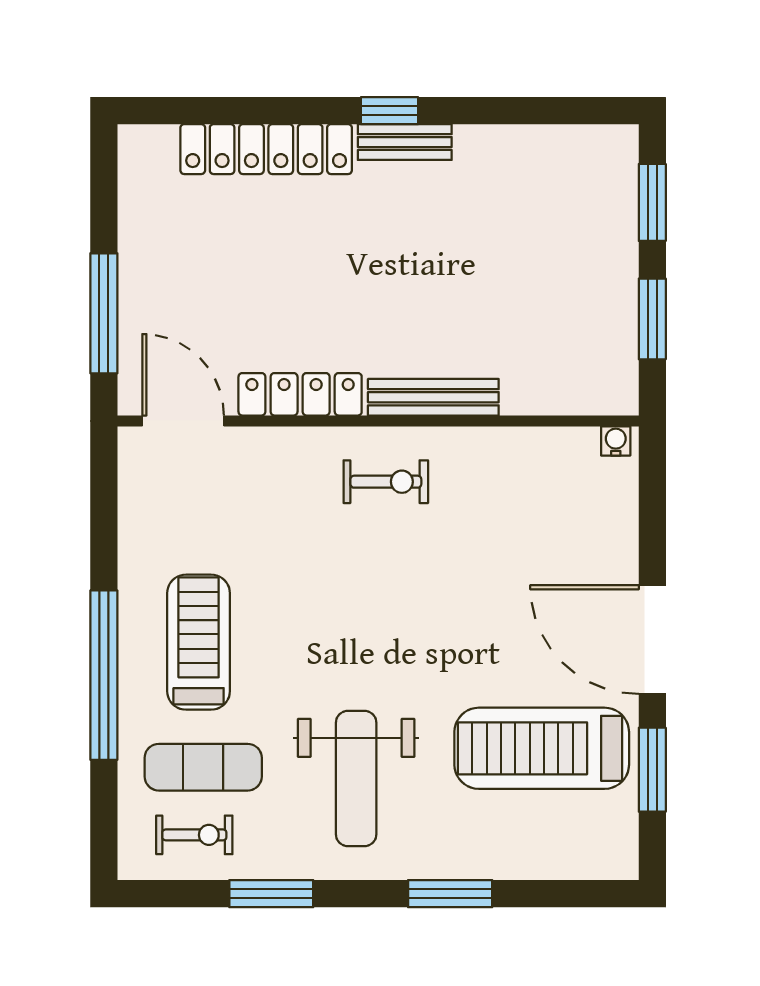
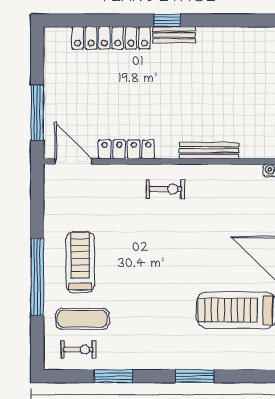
bench: (433, 397) -> (209, 151), moved
weight bench: (356, 778) -> (152, 324), removed

